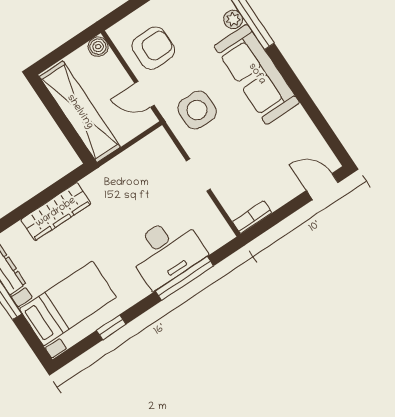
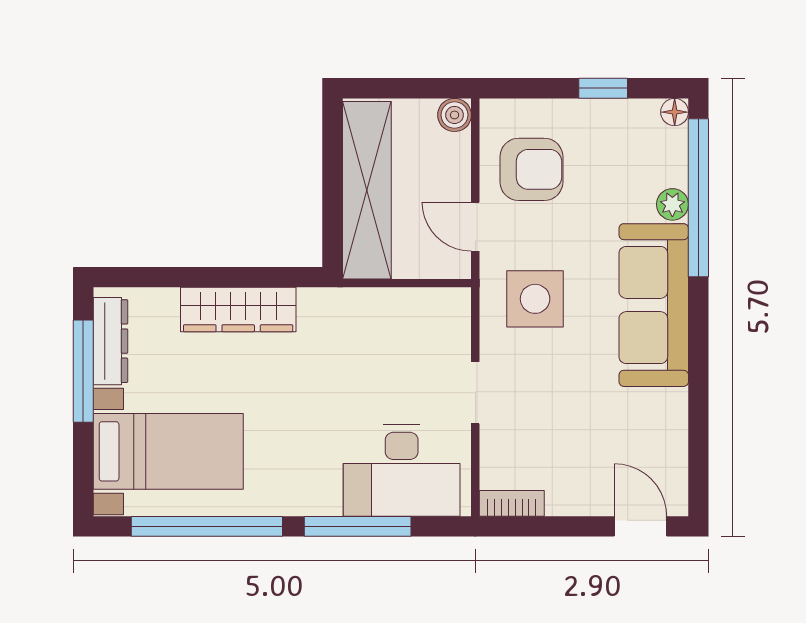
desk: (166, 251) -> (402, 471), moved
window: (111, 327) -> (207, 526), width x3.17

